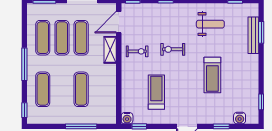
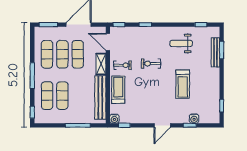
door: (119, 22) -> (108, 42), hinge flipped
weight bench: (210, 24) -> (181, 43), turned 180
exercise mat: (81, 89) -> (62, 96), moved
bench: (109, 92) -> (100, 97), added
treadmill: (156, 92) -> (118, 90), moved
water cooler: (240, 118) -> (194, 119), moved

